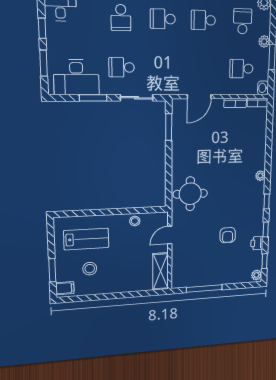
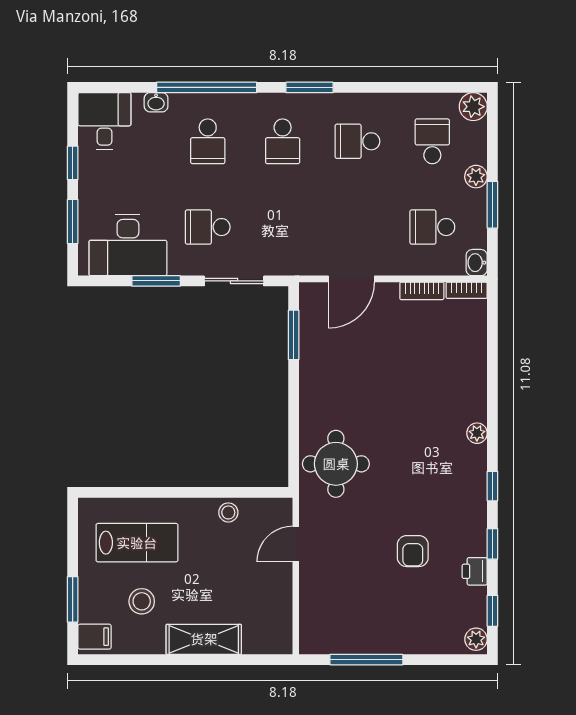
school desk: (163, 19) -> (283, 141), turned -90
shelving: (160, 271) -> (204, 639), moved, turned 90

